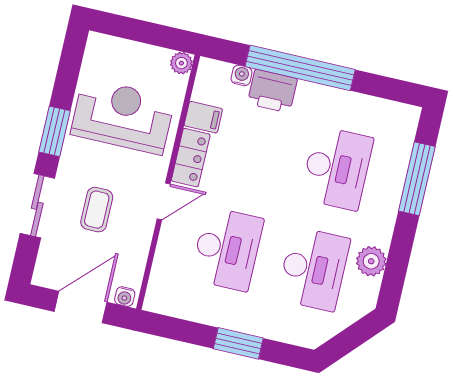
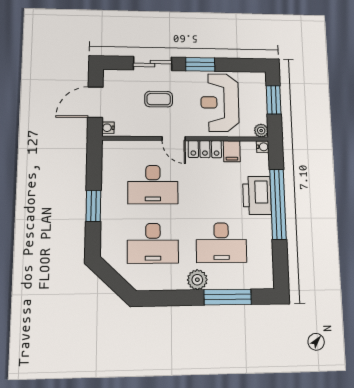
window: (137, 30) -> (274, 100), added
water cooler: (242, 75) -> (263, 147), moved
printer: (272, 91) -> (257, 195), width x1.37, depth x1.19
reception desk: (123, 116) -> (220, 102), turned 180
plant: (371, 261) -> (197, 280), moved
door: (81, 307) -> (95, 102), swing flipped

